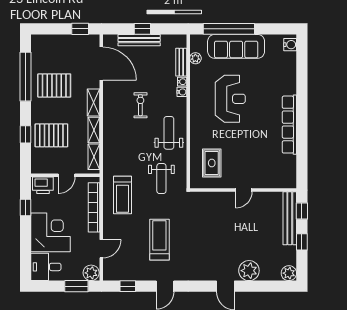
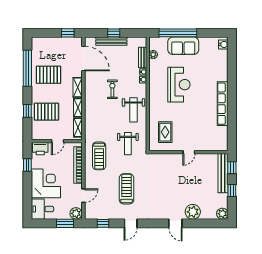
sofa: (236, 46) -> (183, 46), width x0.73
weight bench: (169, 133) -> (133, 110), turned 180

